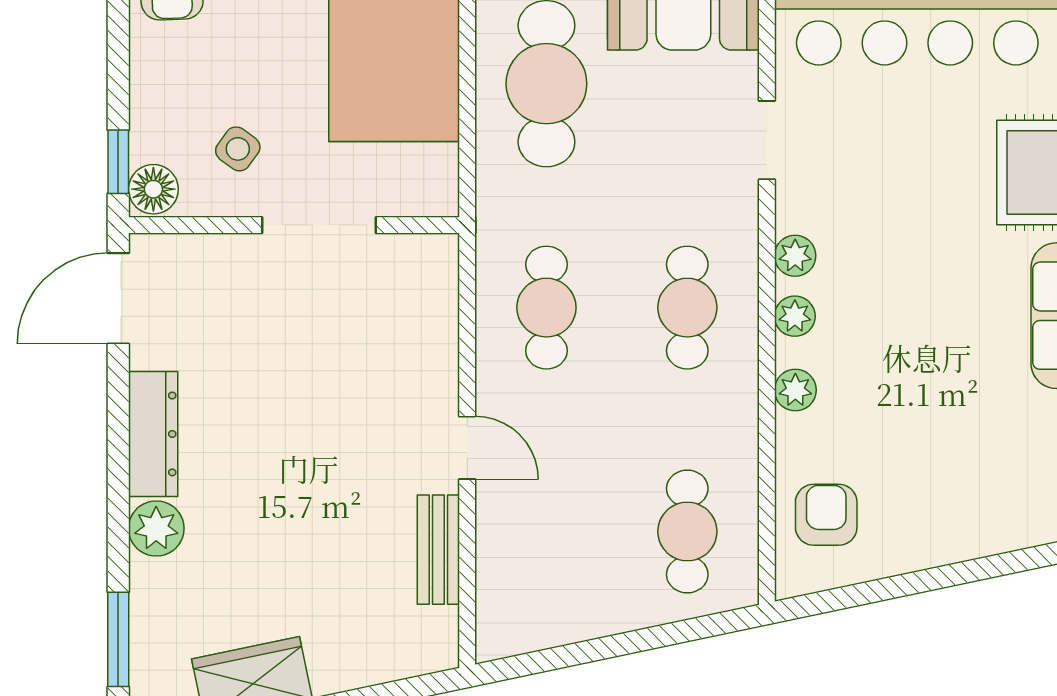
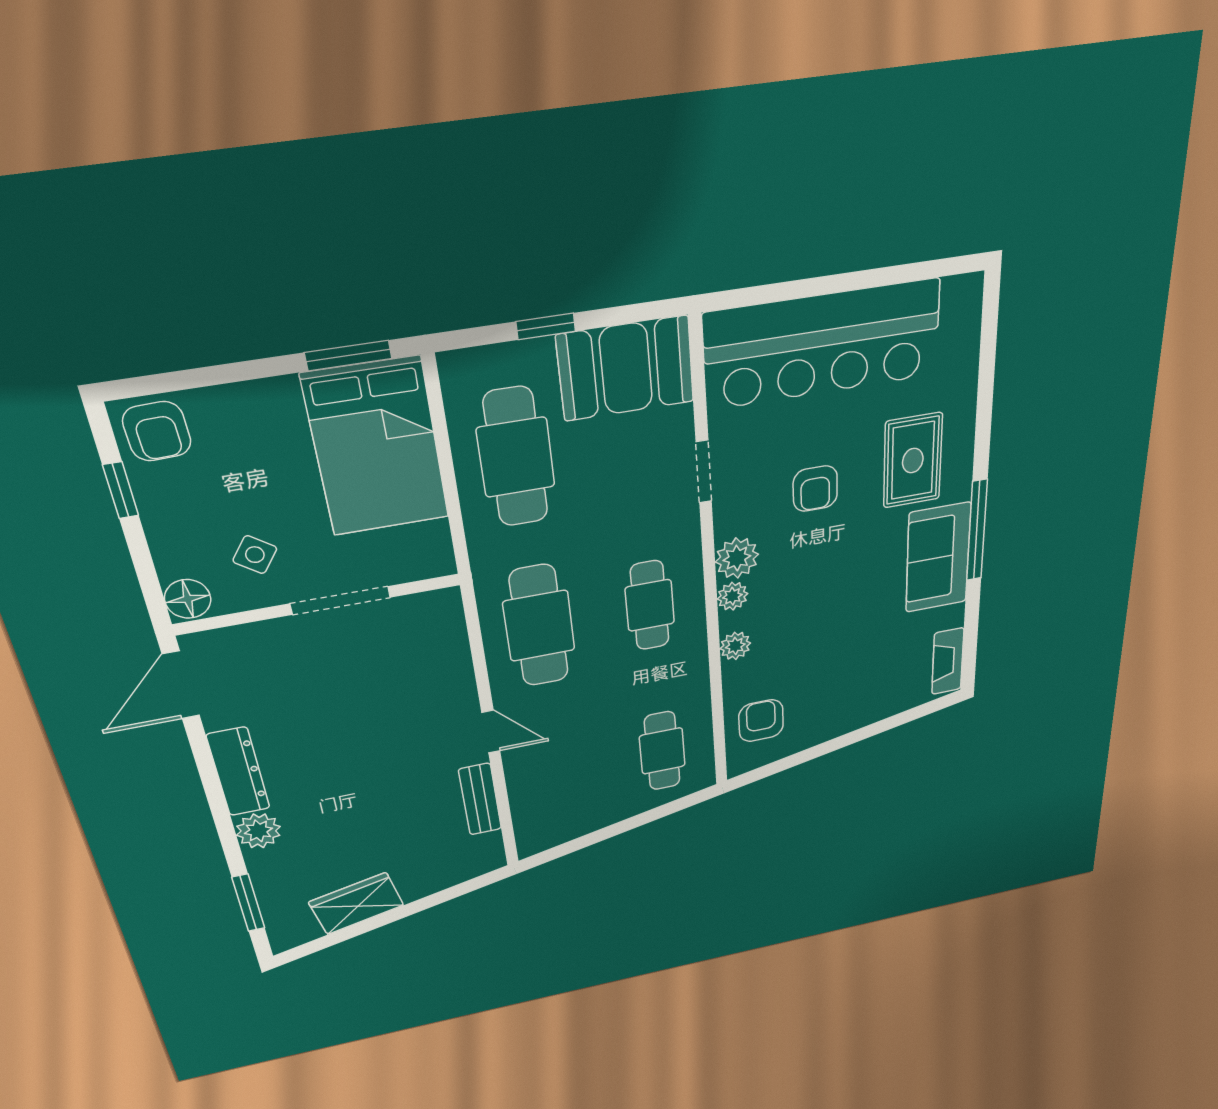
window: (118, 162) -> (121, 490), moved
armchair: (906, 188) -> (815, 489), added
plant: (795, 256) -> (737, 558), width x1.38, depth x1.38
cafe table: (546, 308) -> (539, 626), width x1.37, depth x1.35

